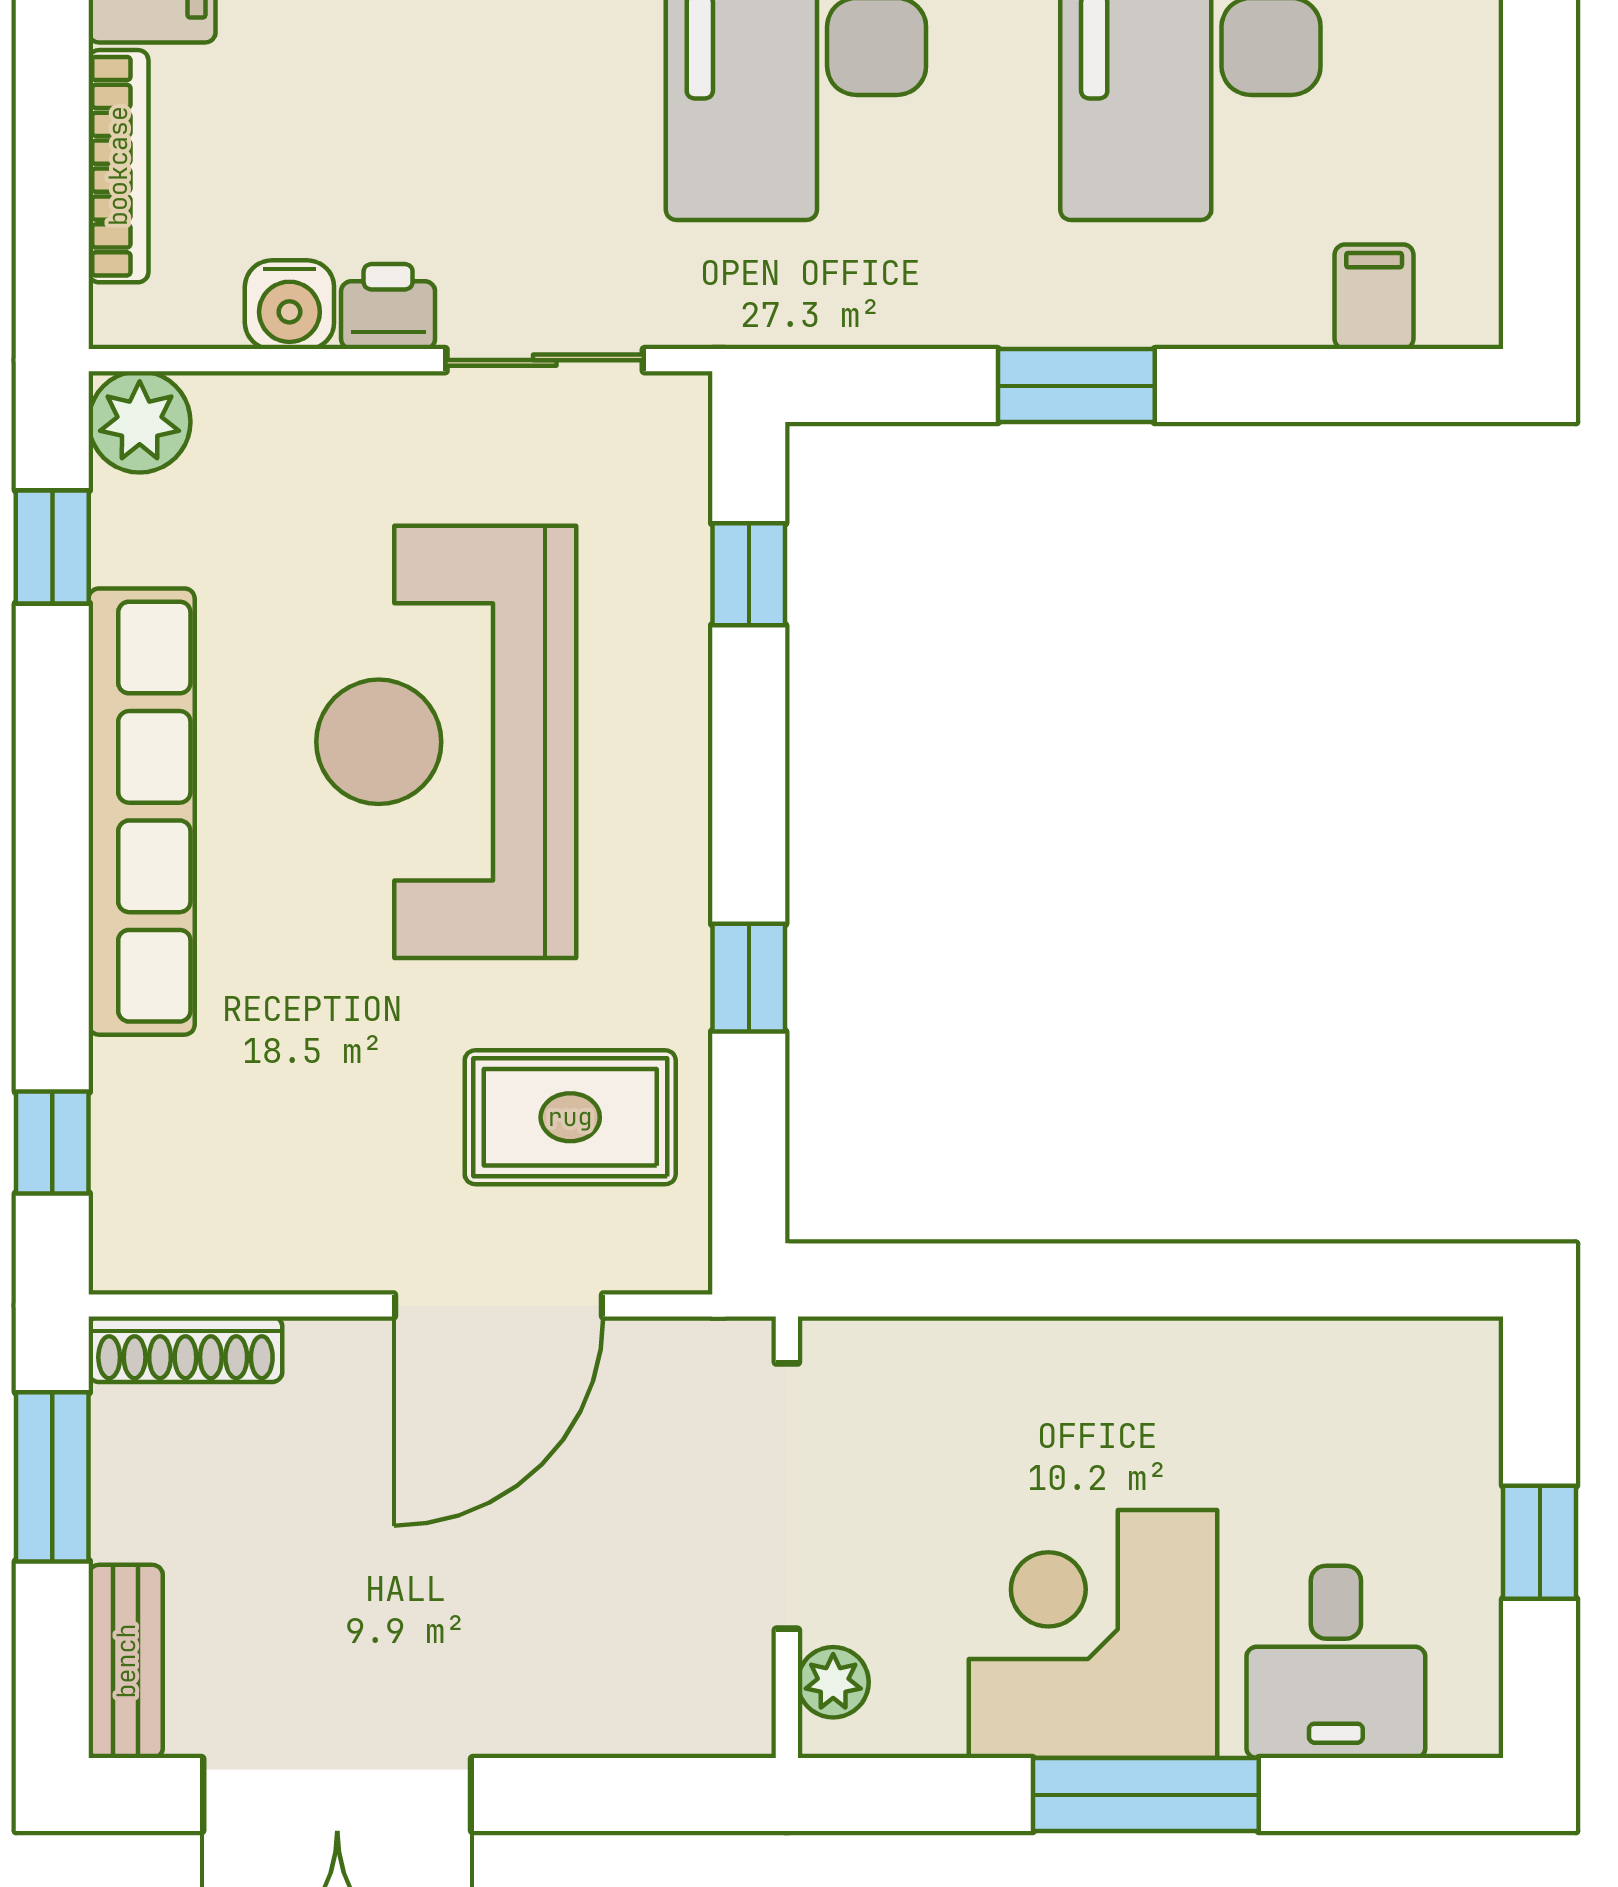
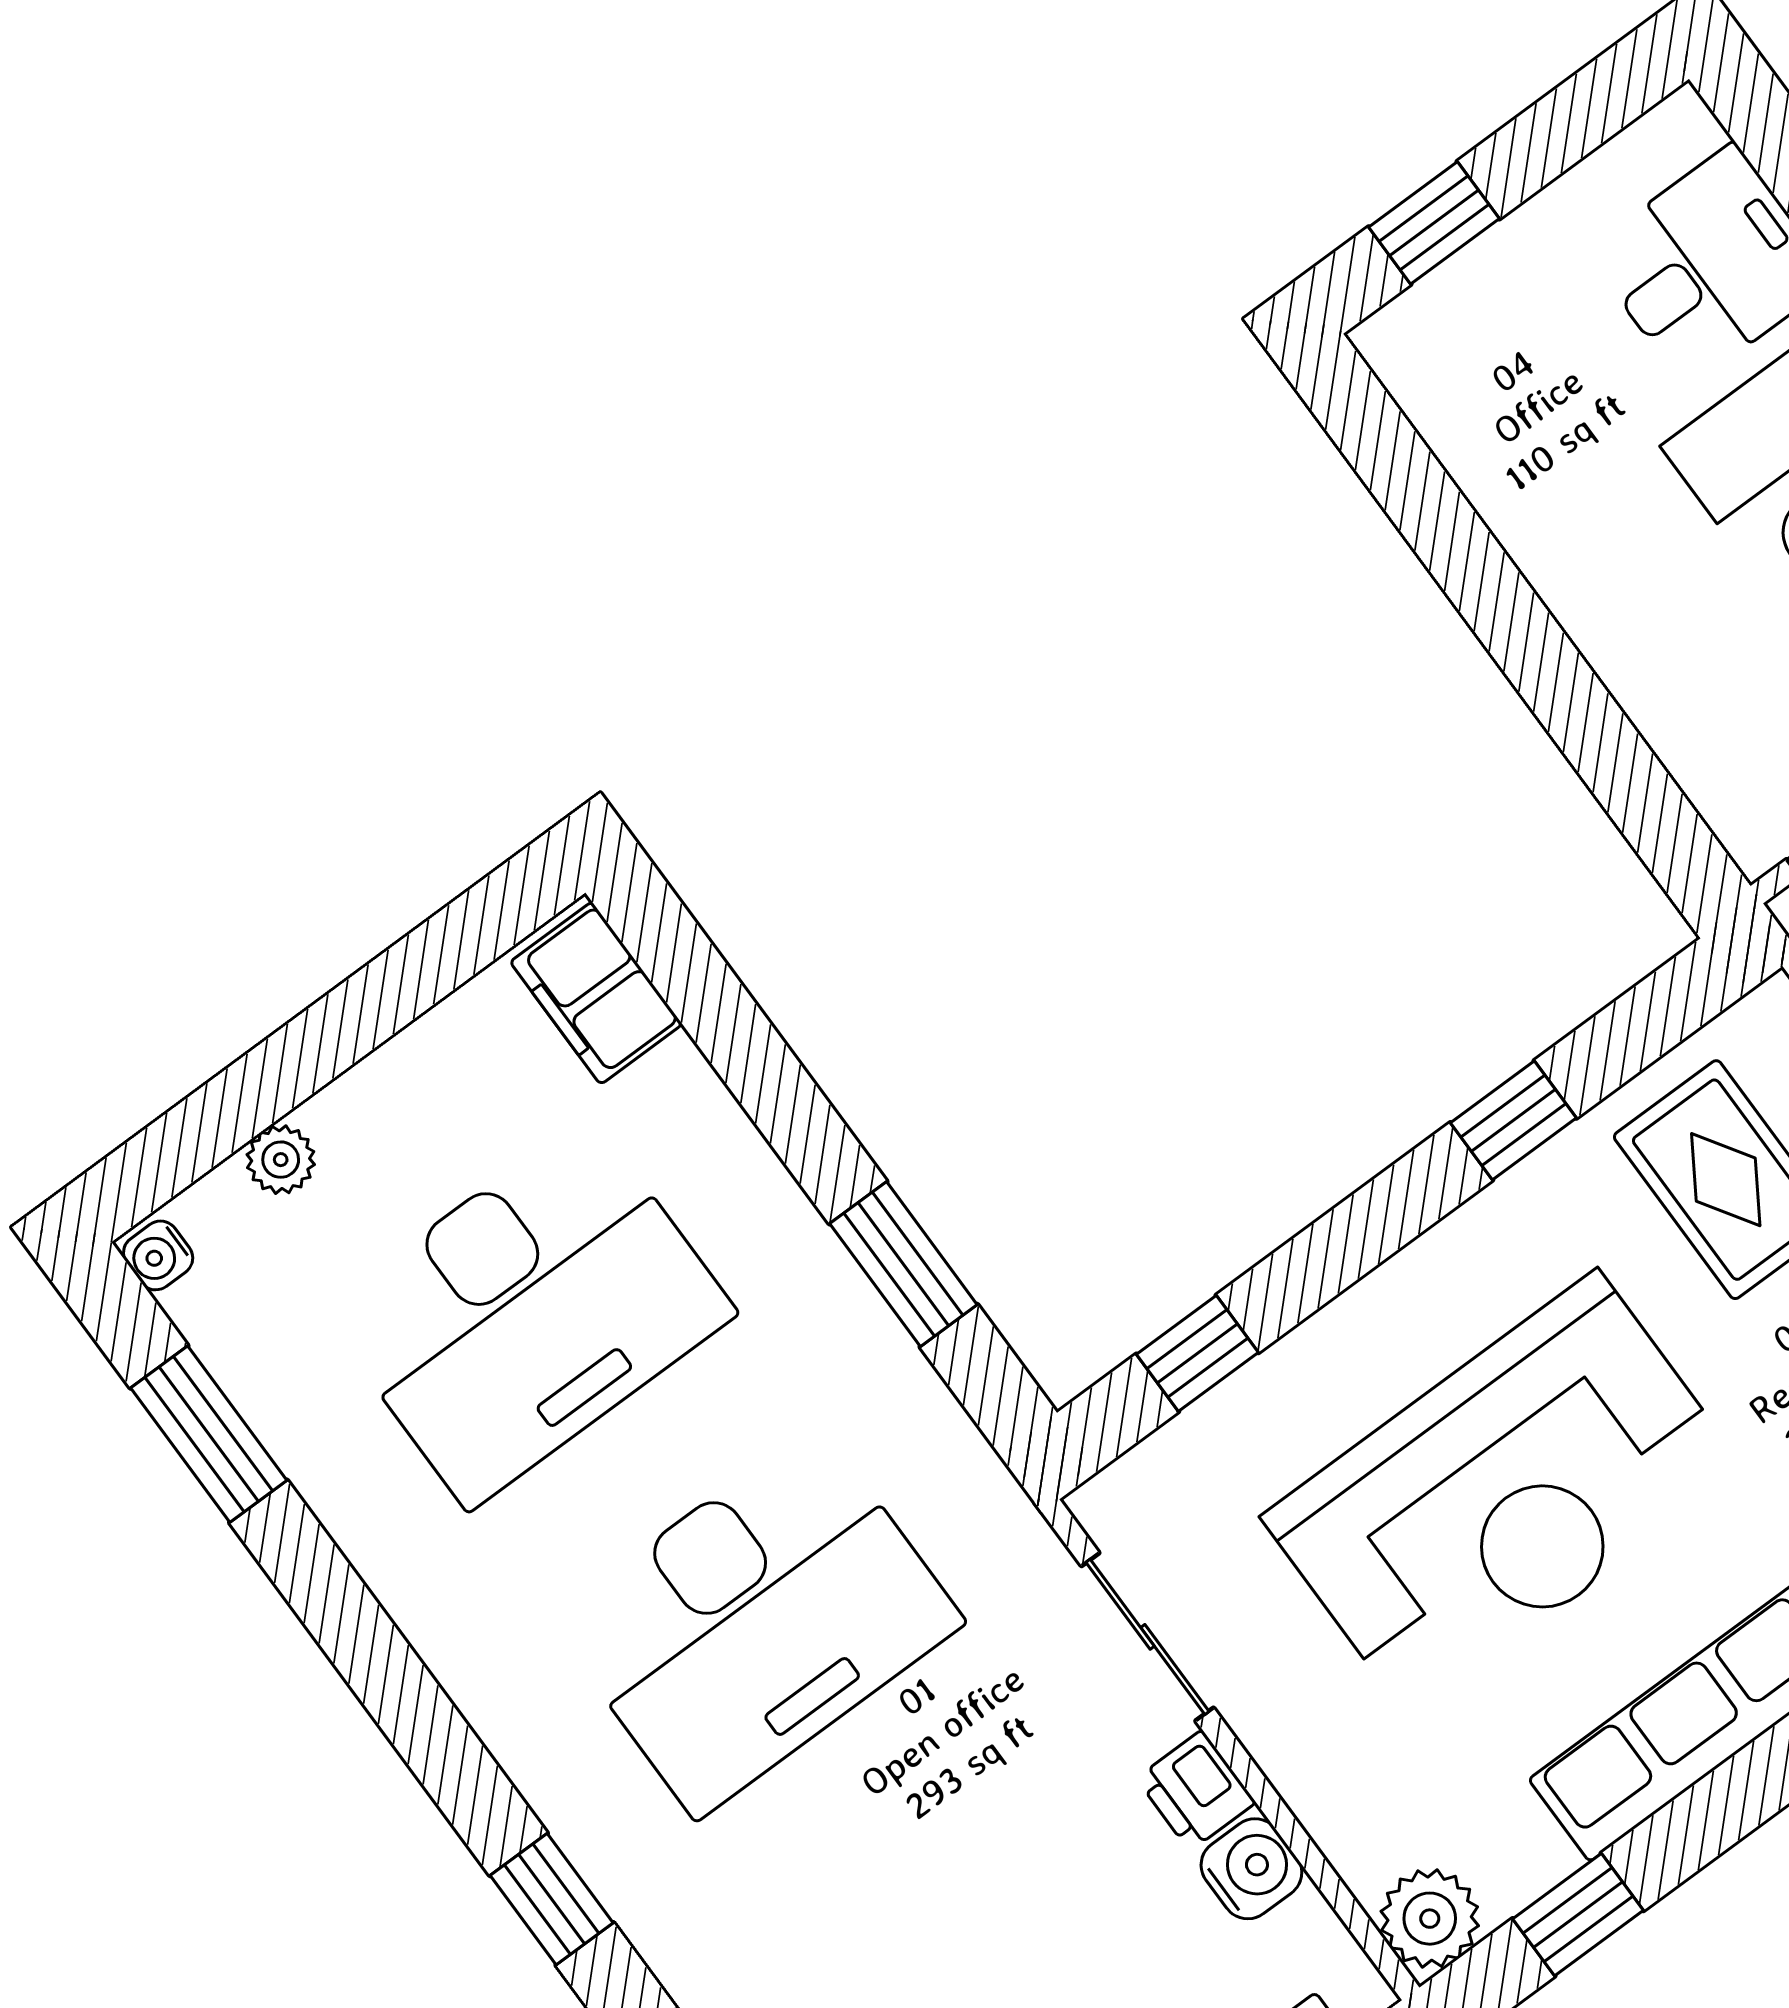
filing cabinet: (1374, 297) -> (596, 993), width x2.00
window: (1076, 386) -> (903, 1264), moved
window: (1540, 1542) -> (1434, 223), moved

